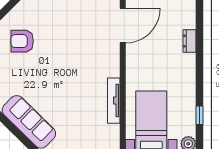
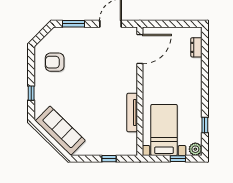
dresser: (189, 41) -> (196, 47), moved

